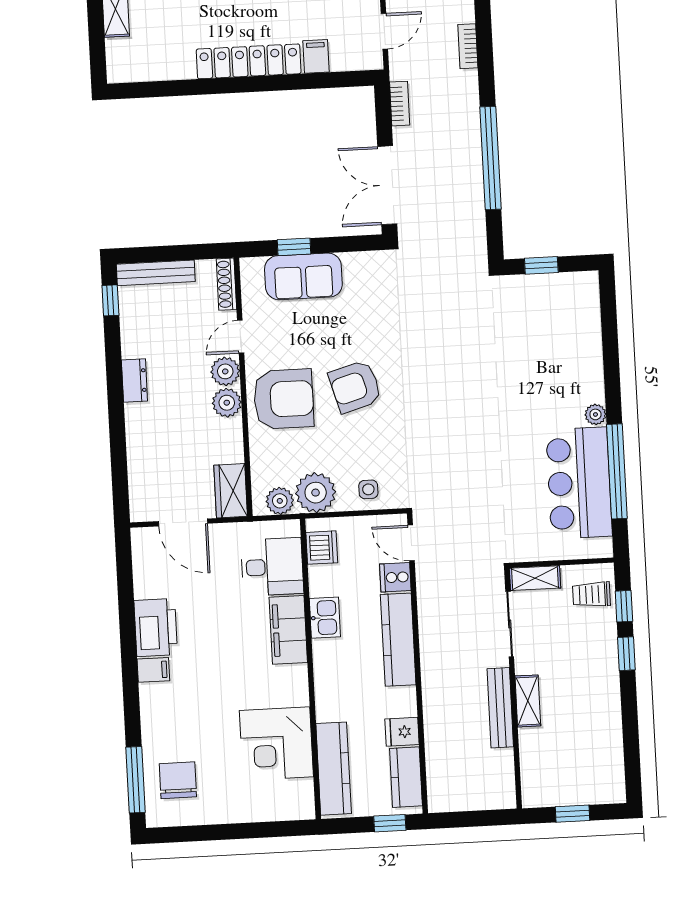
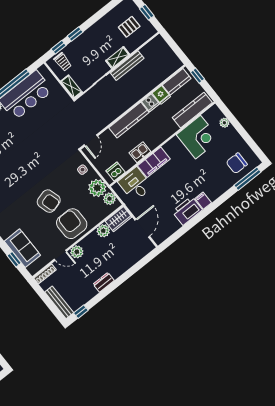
plant: (227, 403) -> (103, 231), moved
cooker: (395, 577) -> (150, 103), moved
pallet: (569, 762) -> (129, 27), added
plant: (268, 811) -> (224, 123), added

